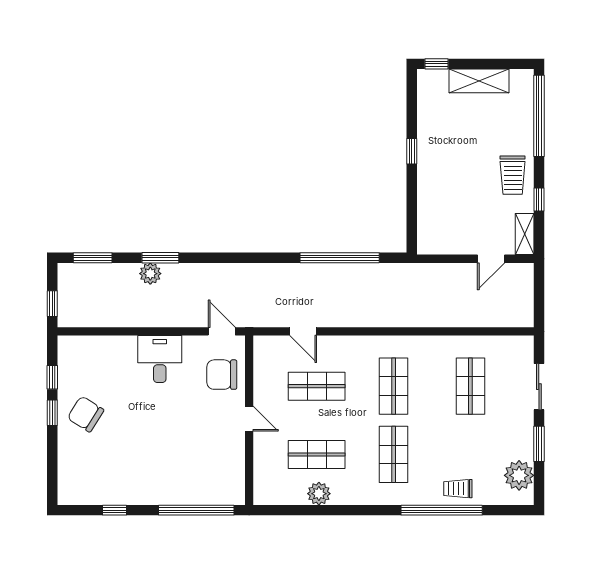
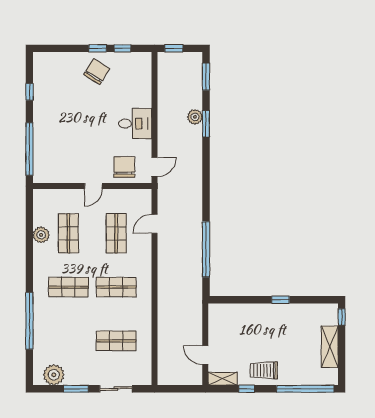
trolley: (458, 489) -> (45, 332), removed

